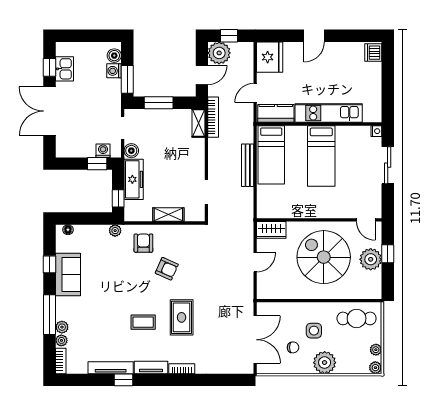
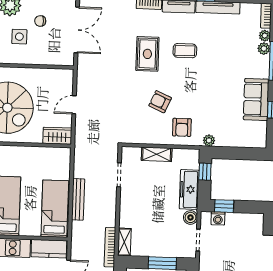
floor lamp: (68, 230) -> (255, 143), removed
double door: (255, 340) -> (77, 30), swing flipped

